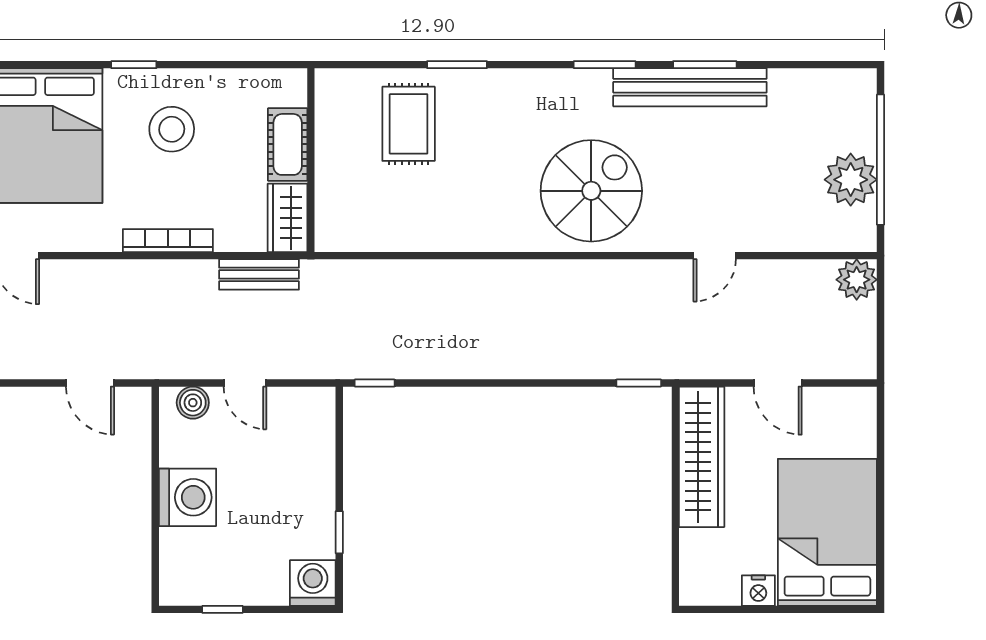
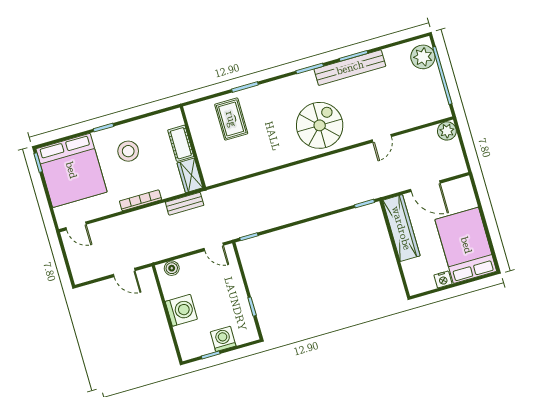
plant: (851, 180) -> (423, 57), moved
door: (245, 383) -> (214, 247), moved
door: (778, 383) -> (425, 186), width x1.38
washing machine: (313, 583) -> (223, 339), moved

